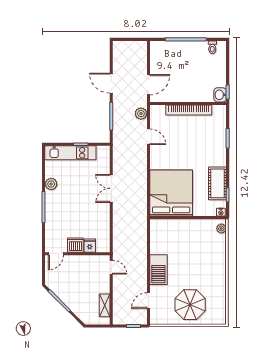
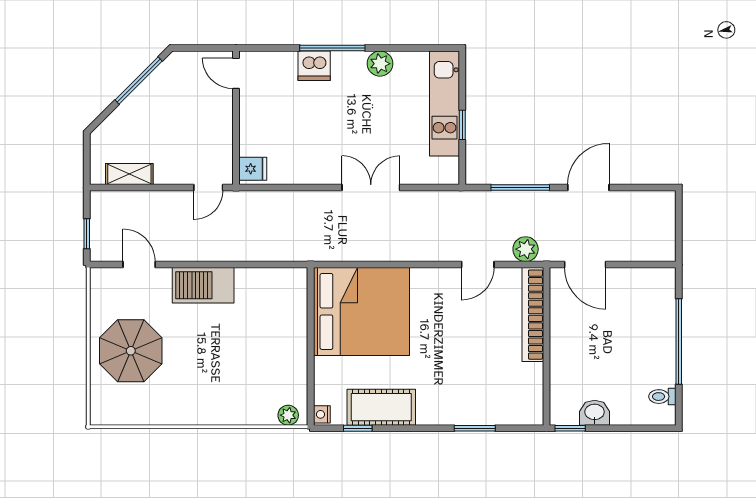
washbasin: (220, 95) -> (595, 413), moved
bookcase: (189, 110) -> (533, 315), moved
dishwasher: (75, 245) -> (314, 66), moved, turned 90
fridge: (90, 246) -> (253, 169), moved

